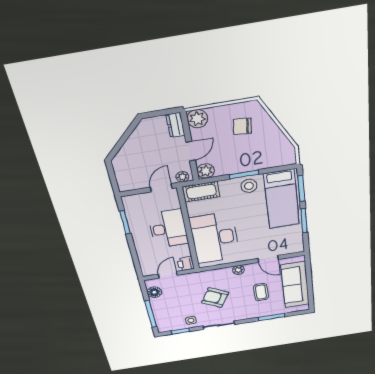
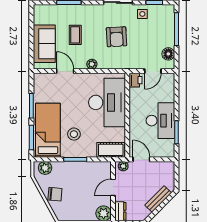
chair: (242, 126) -> (55, 194), moved
bench: (129, 147) -> (158, 199), added
plant: (206, 171) -> (45, 168), moved
stool: (249, 186) -> (74, 134), moved
door: (161, 188) -> (141, 159), swing flipped
desk: (168, 229) -> (160, 121), moved, turned 180
sofa: (295, 285) -> (44, 44), width x0.73
armchair: (215, 298) -> (116, 37), turned 58

